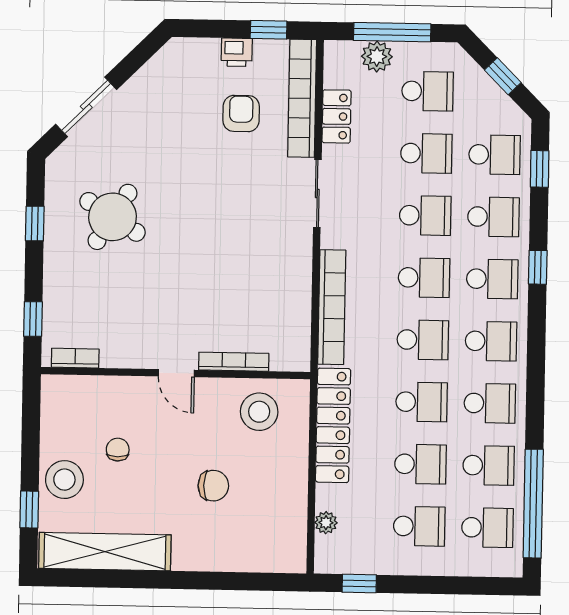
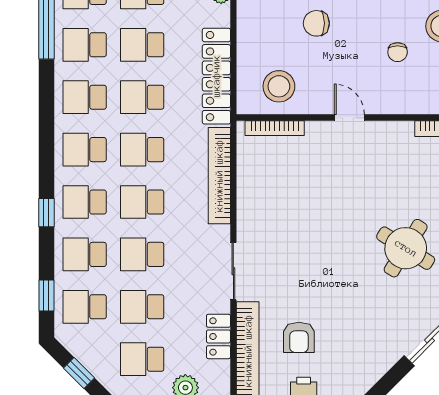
bookcase: (234, 362) -> (275, 128), moved

